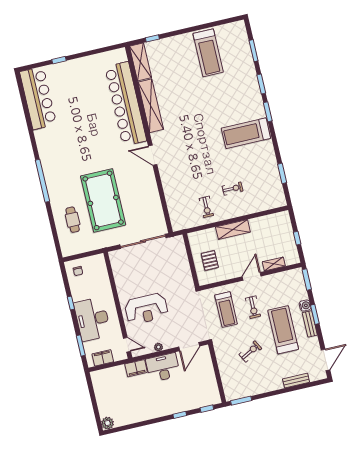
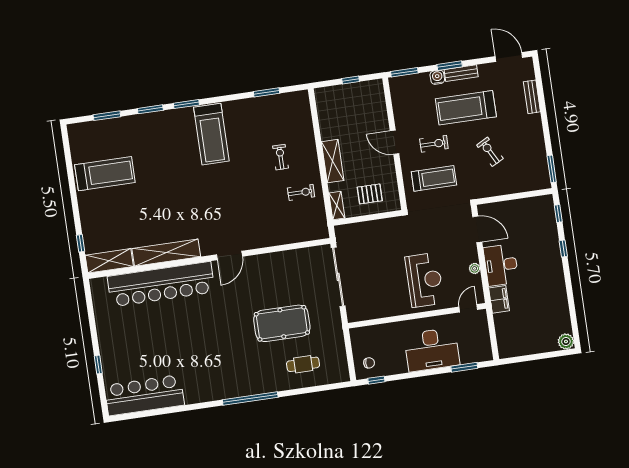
pool table: (103, 200) -> (282, 323), width x0.73, depth x0.76
shelving: (274, 264) -> (337, 206), moved
window: (71, 303) -> (376, 380), moved
filing cabinet: (103, 358) -> (482, 341), removed

